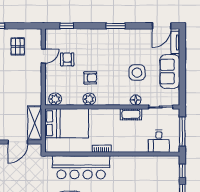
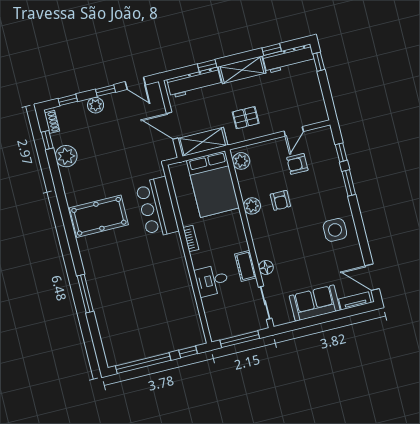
window: (116, 26) -> (349, 183), moved
pallet: (18, 46) -> (246, 118), moved
door: (43, 56) -> (294, 131), hinge flipped
armchair: (67, 59) -> (297, 164), turned 180
side table: (137, 73) -> (335, 230), moved
desk: (159, 141) -> (212, 280), moved
bar counter: (81, 167) -> (157, 207), width x0.73

